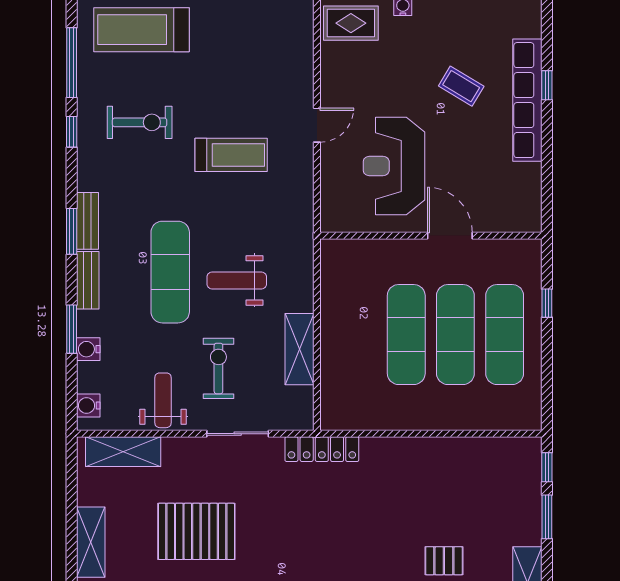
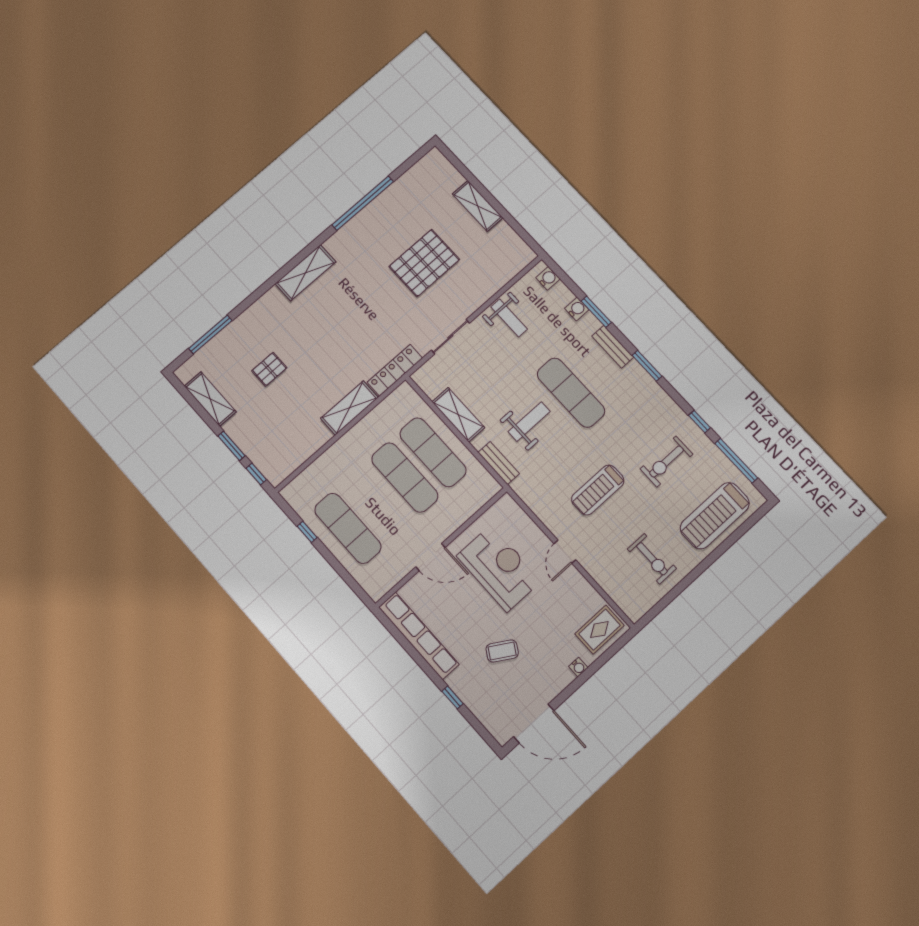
treadmill: (142, 30) -> (715, 516), turned 180
row of seats: (527, 100) -> (419, 636), moved
bench: (88, 221) -> (499, 463), moved
window: (547, 303) -> (307, 532), moved
exercise mat: (455, 335) -> (433, 452), moved
exercise bike: (218, 368) -> (652, 559), moved
shelving: (123, 452) -> (349, 408), moved

